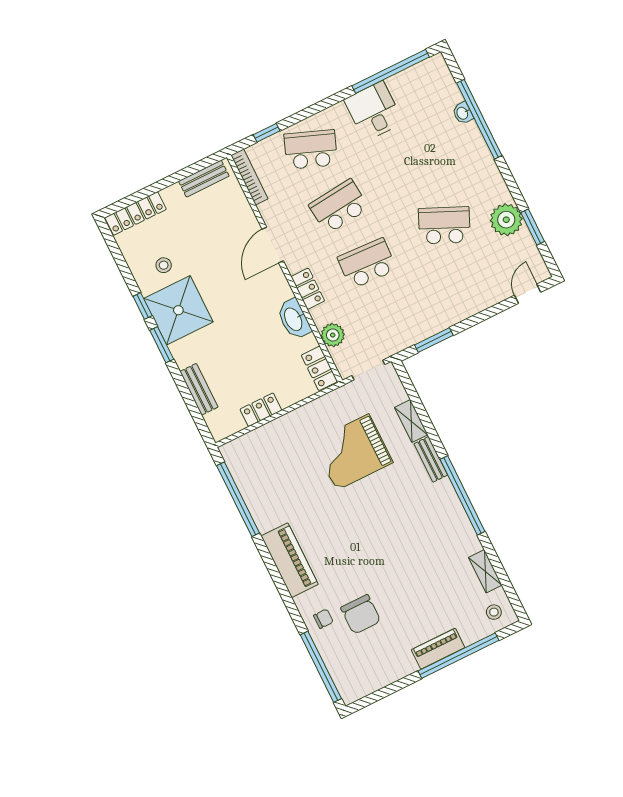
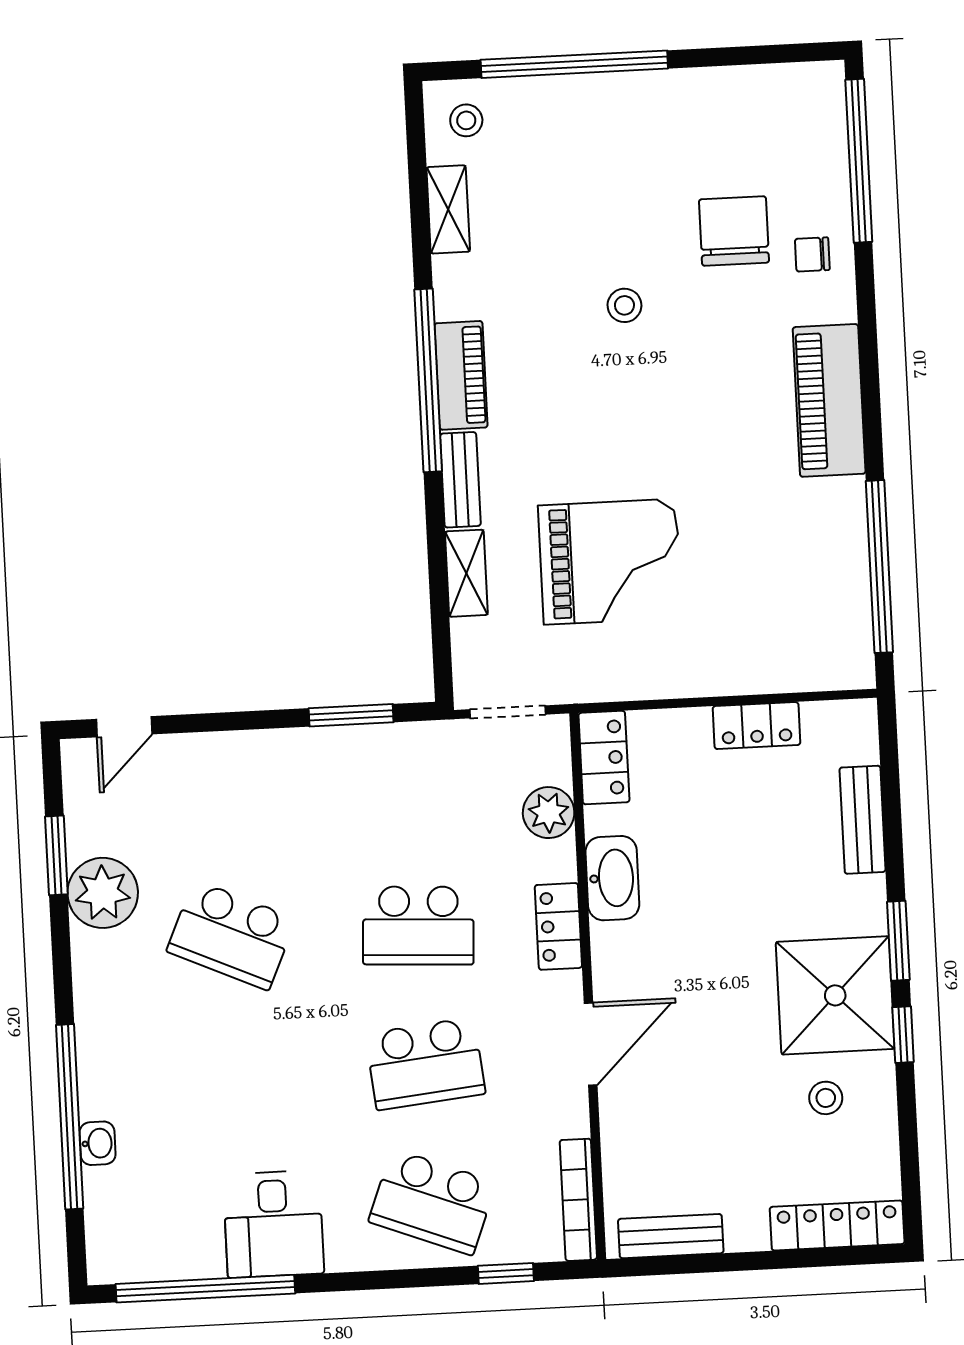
stool: (393, 563) -> (624, 305), added
piano: (438, 649) -> (461, 375), moved, turned -90

